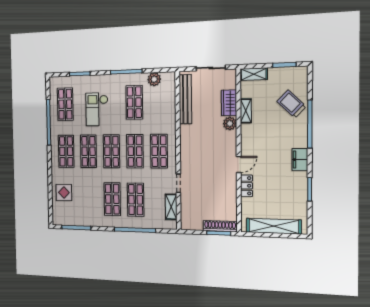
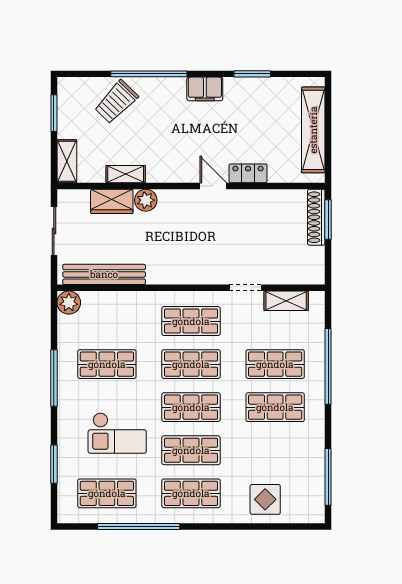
plant: (154, 79) -> (69, 303), moved

